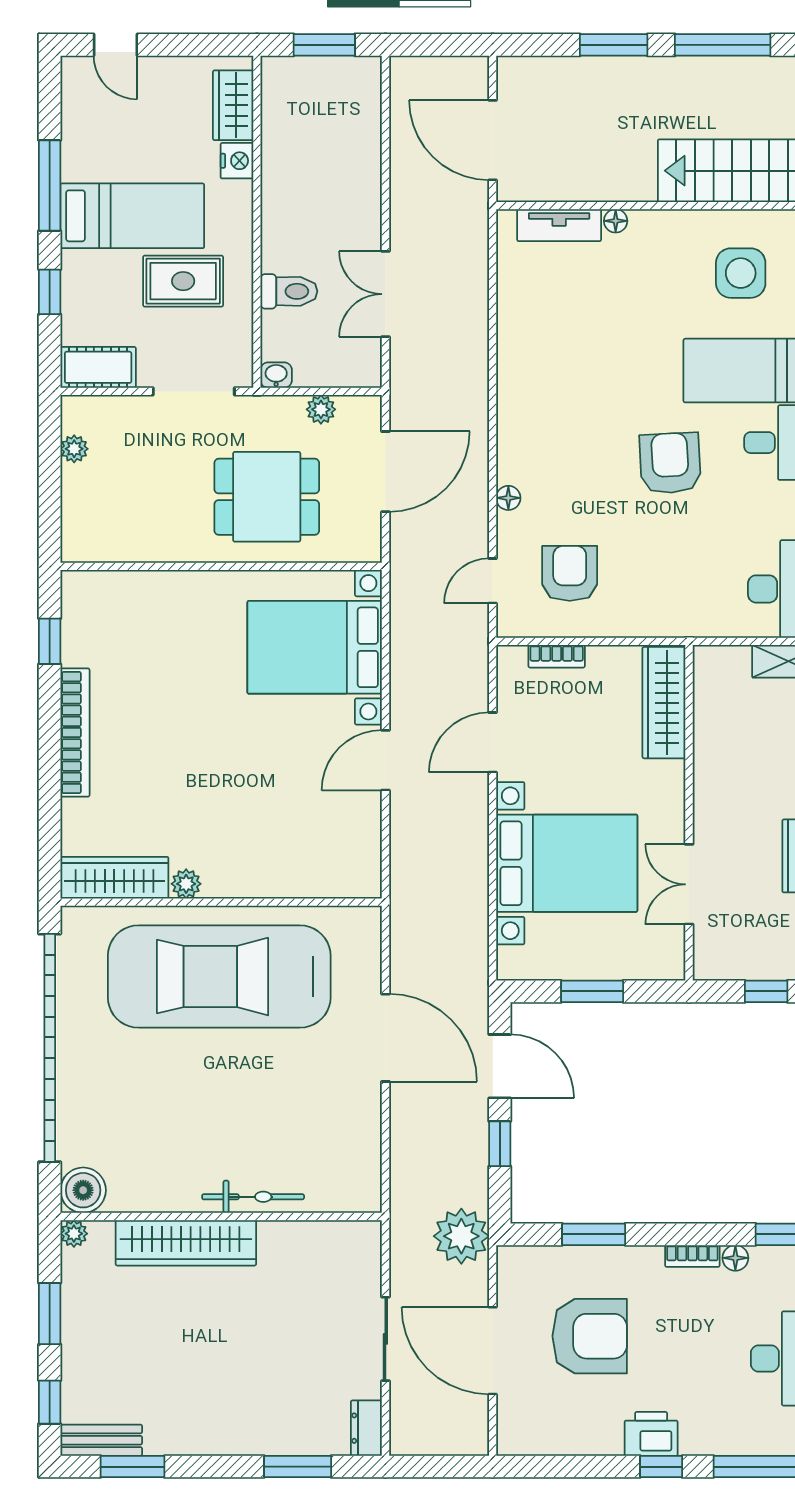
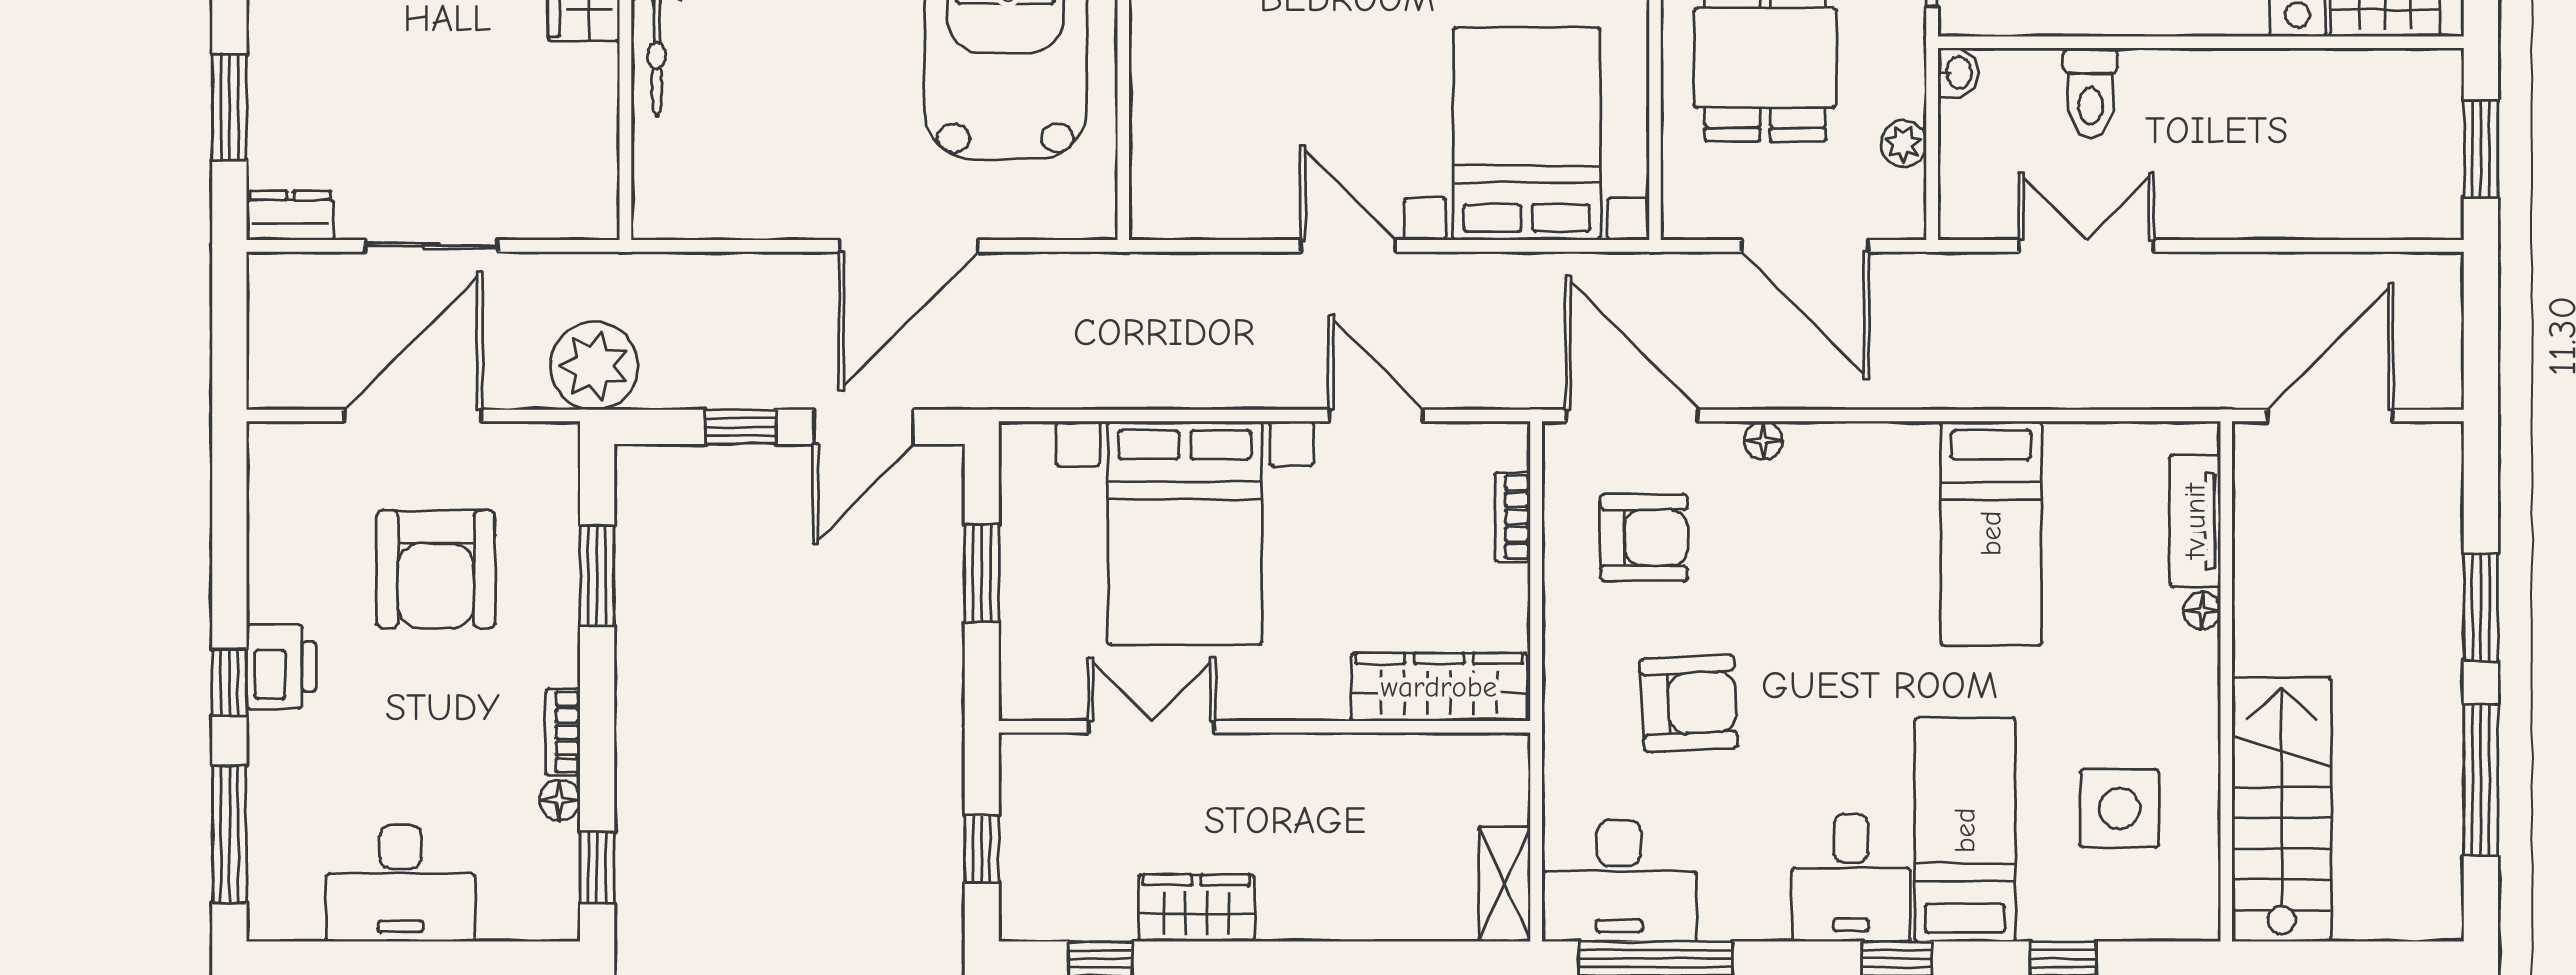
bed: (567, 354) -> (1991, 533), added
armchair: (670, 463) -> (1689, 703), moved
door: (493, 581) -> (1632, 416), width x1.88

